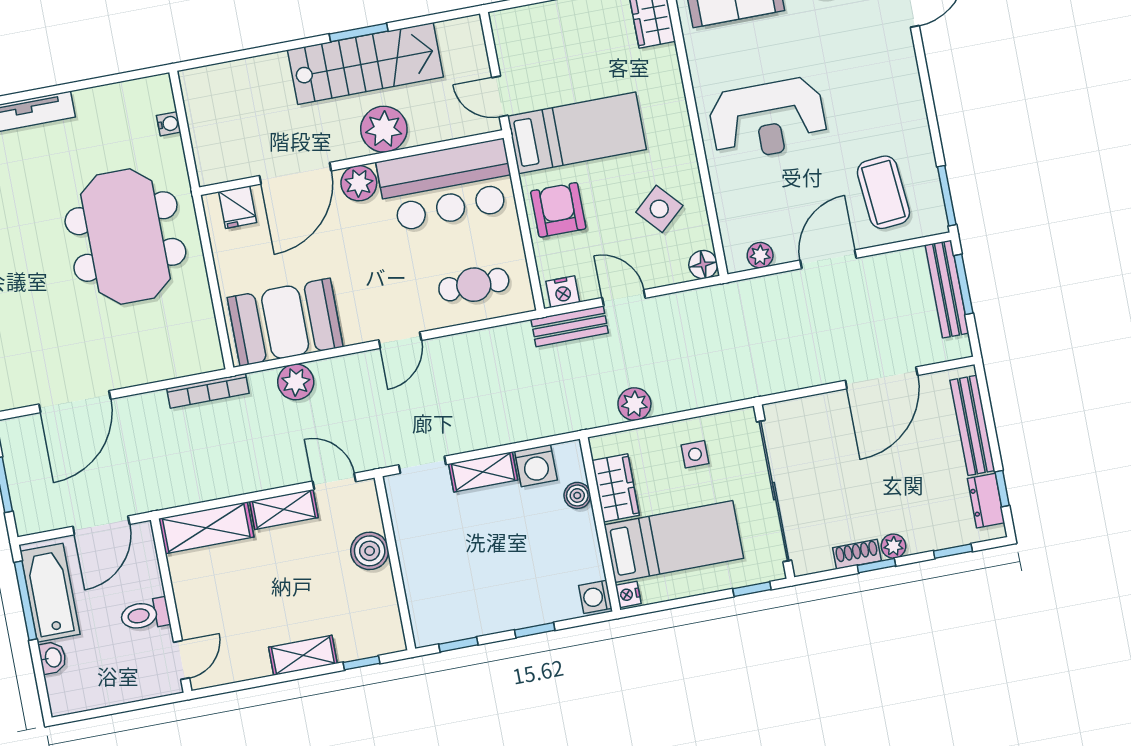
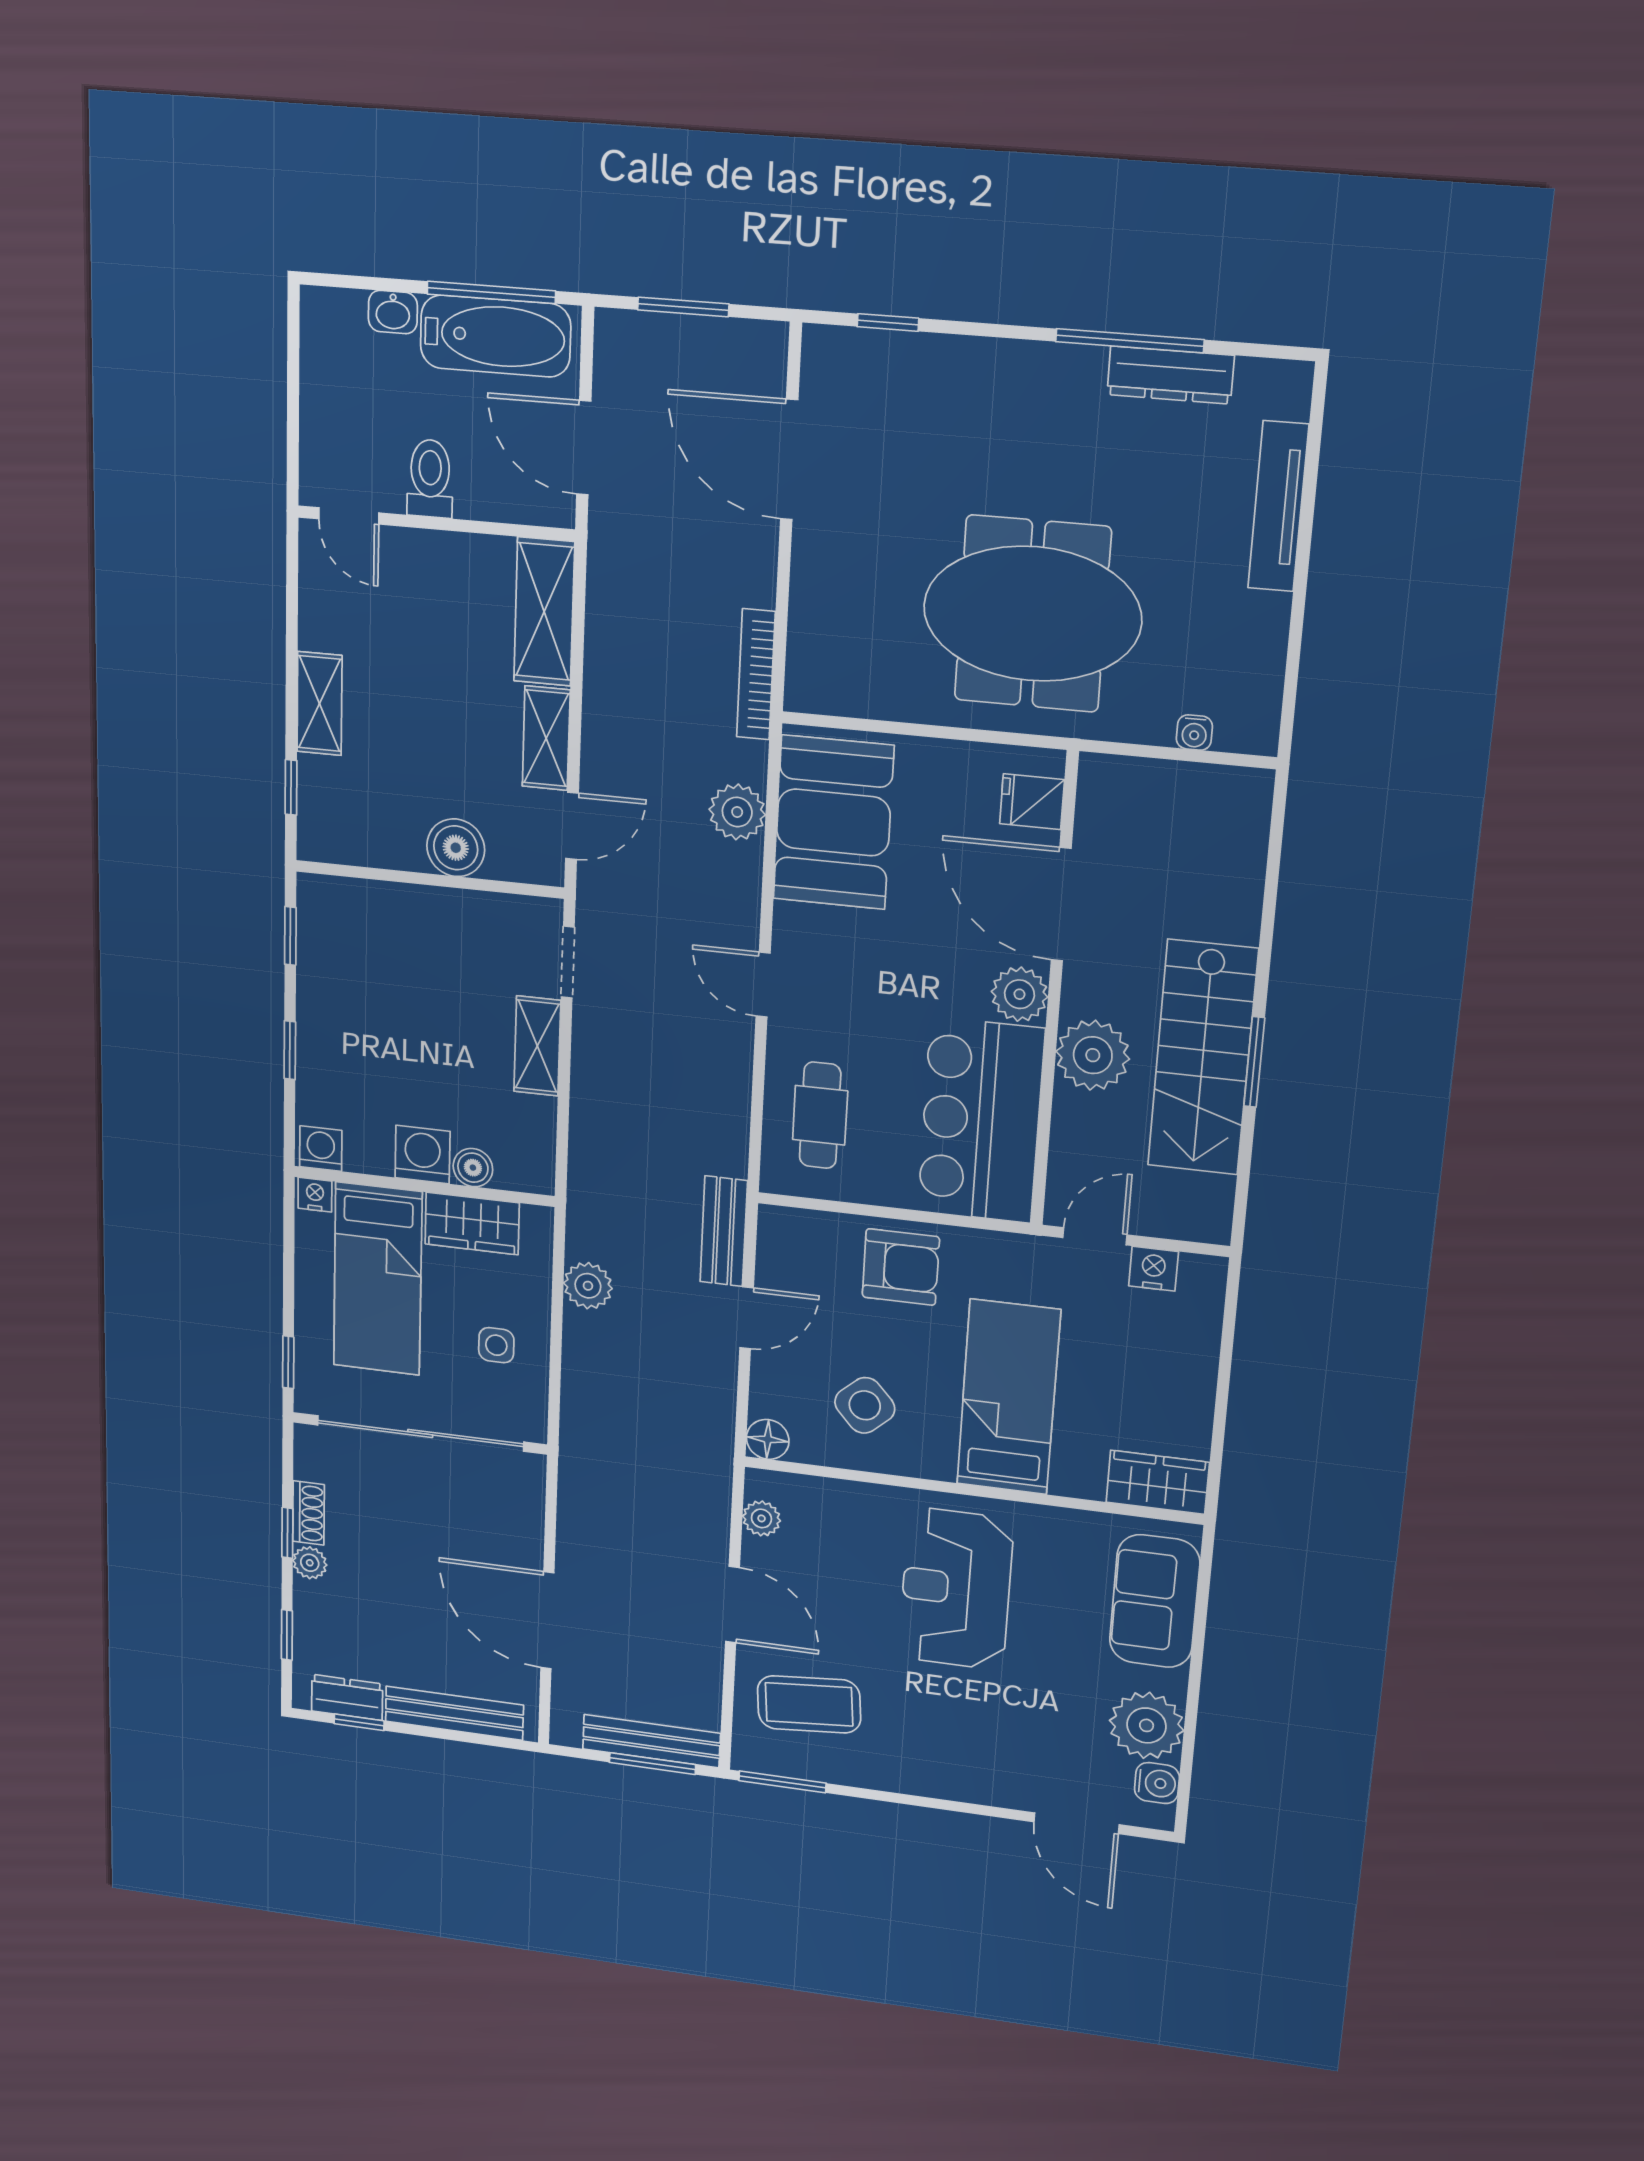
bed: (577, 133) -> (1009, 1397), moved, turned 180
nightstand: (563, 292) -> (1154, 1269), moved, turned 90
washing machine: (536, 466) -> (423, 1155), moved, turned 90

